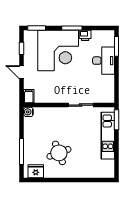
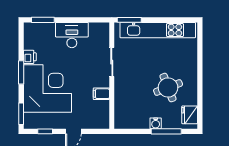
desk: (104, 61) -> (72, 35), moved
filing cabinet: (29, 96) -> (101, 94), moved
water cooler: (28, 112) -> (156, 123), moved
kitchen unit: (108, 136) -> (158, 30), width x1.36

